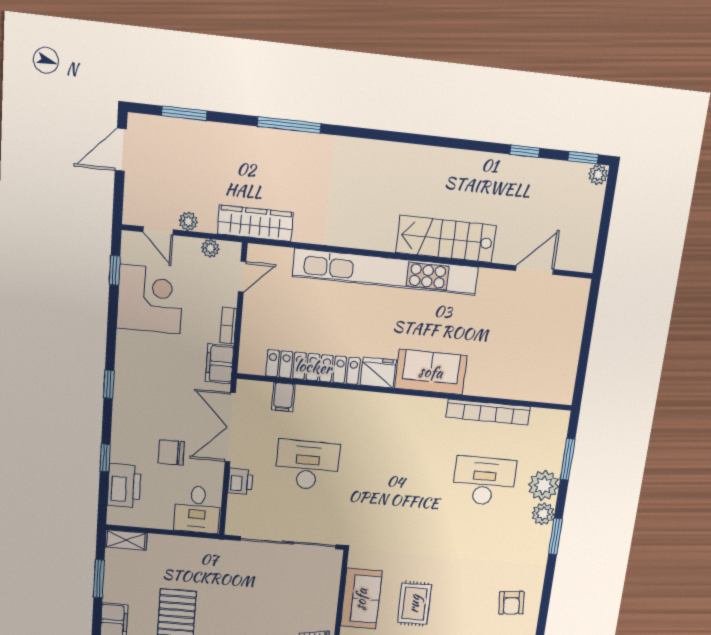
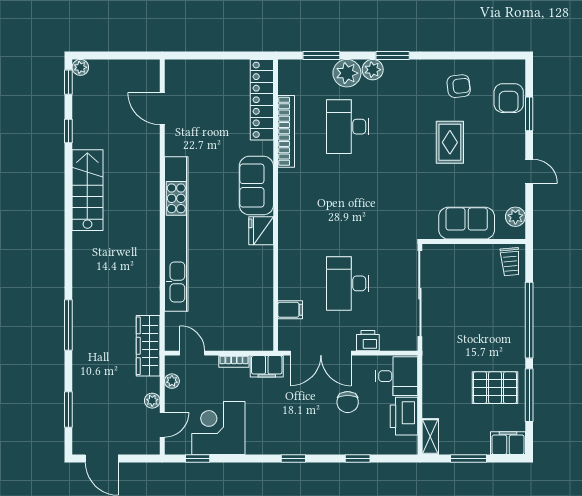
stairs: (446, 239) -> (87, 190), moved, turned 180
locker: (313, 367) -> (262, 100), moved
printer: (124, 486) -> (404, 416), moved, turned -90
rug: (414, 604) -> (450, 142), moved, turned 90

